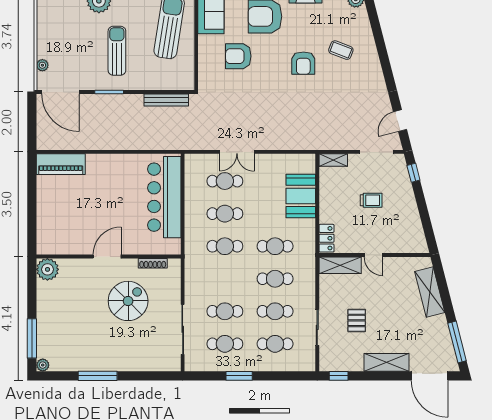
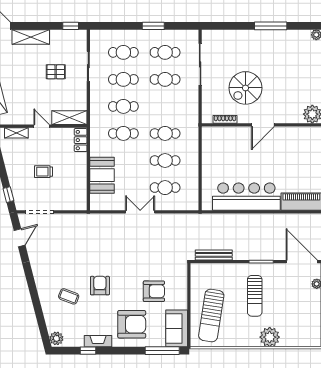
double door: (237, 152) -> (140, 212), moved
shelving: (333, 160) -> (16, 133), moved
bar counter: (164, 197) -> (246, 197), moved, turned -90
pallet: (357, 320) -> (56, 72), turned 90

